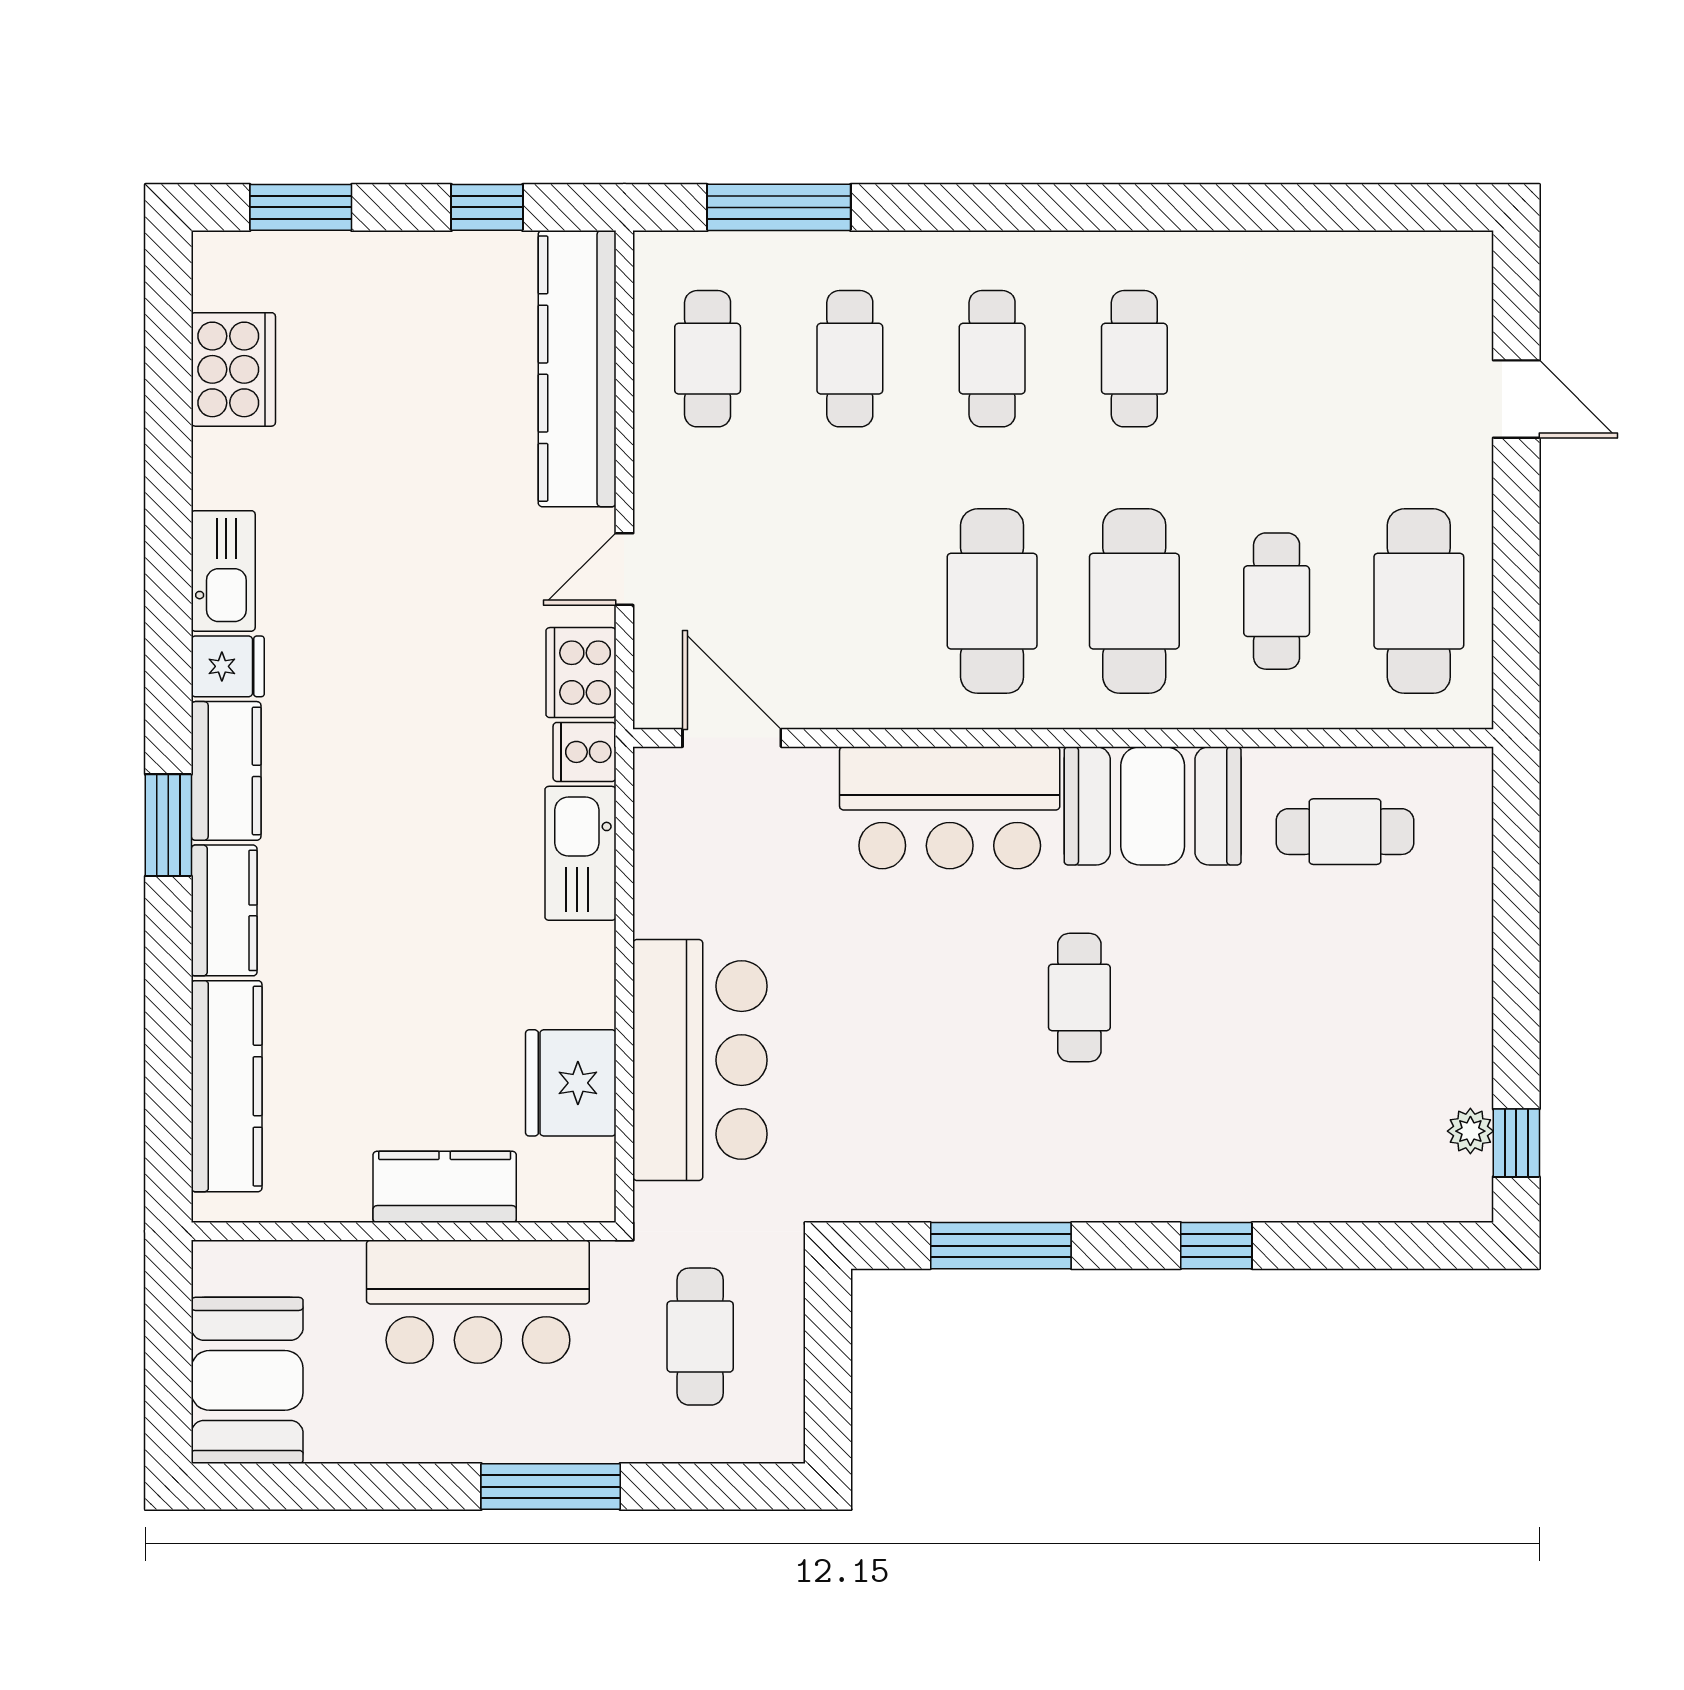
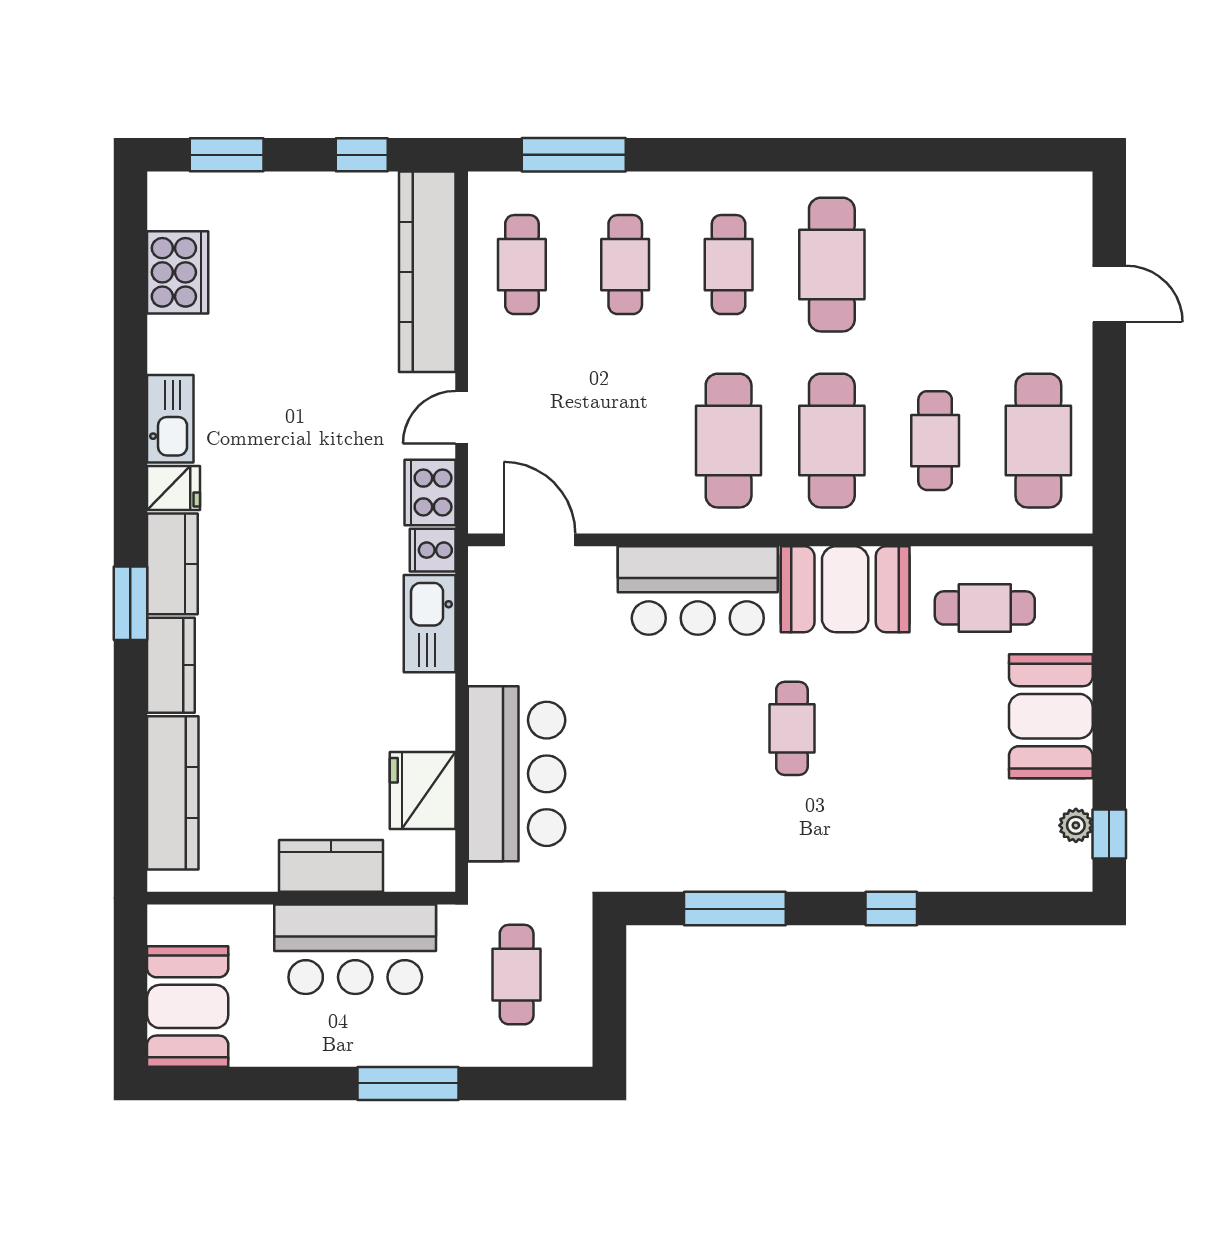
cafe table: (1134, 359) -> (832, 265), width x1.37, depth x1.35
booth: (1436, 981) -> (1051, 716), added

